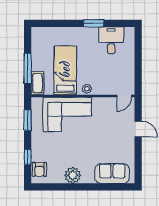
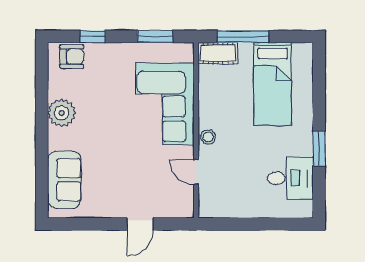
bed: (65, 70) -> (273, 84), moved, turned 90
door: (124, 96) -> (196, 172), moved
armchair: (39, 169) -> (72, 56), turned 180

